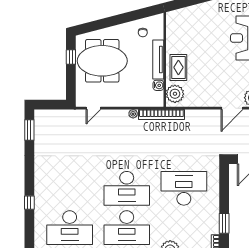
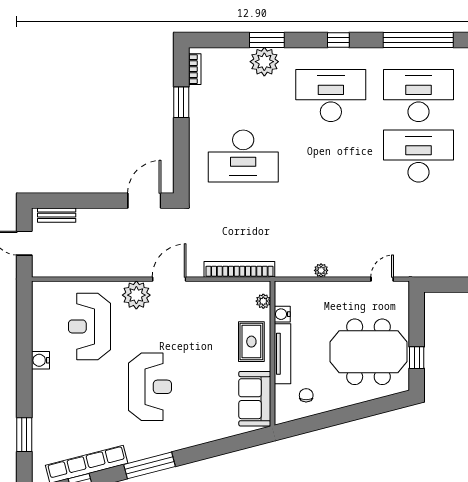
sofa: (176, 30) -> (255, 399), added
plant: (175, 94) -> (263, 301), width x0.53, depth x0.53
bookcase: (161, 115) -> (239, 269), moved
desk: (127, 188) -> (419, 156), moved

